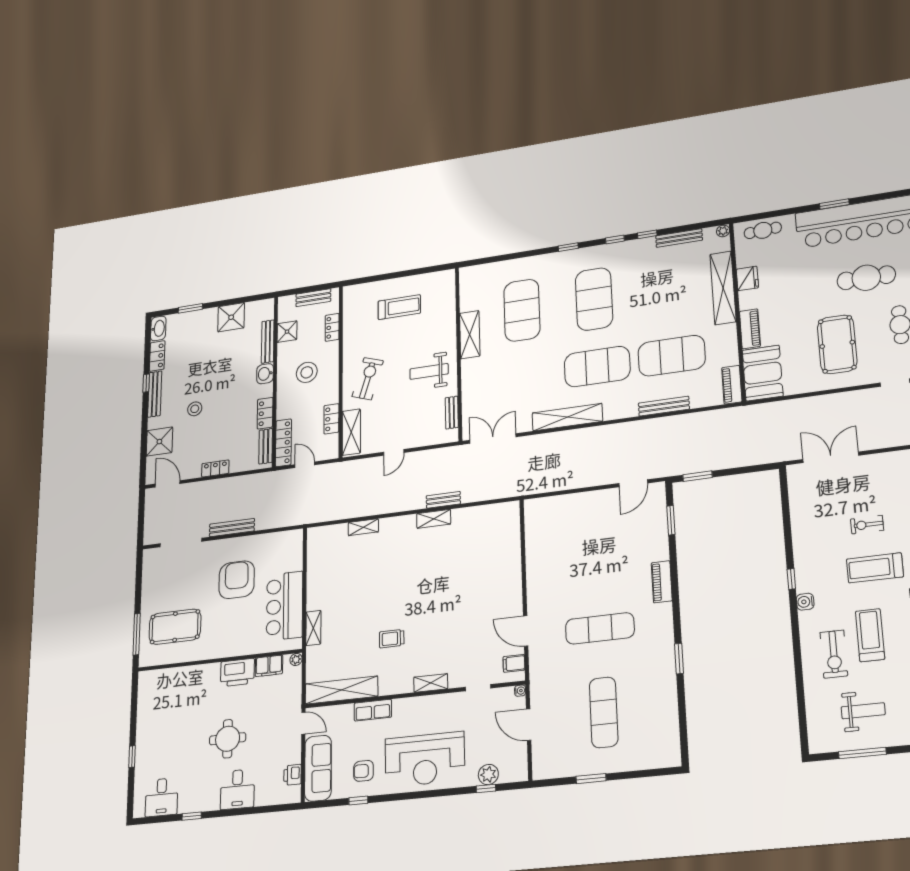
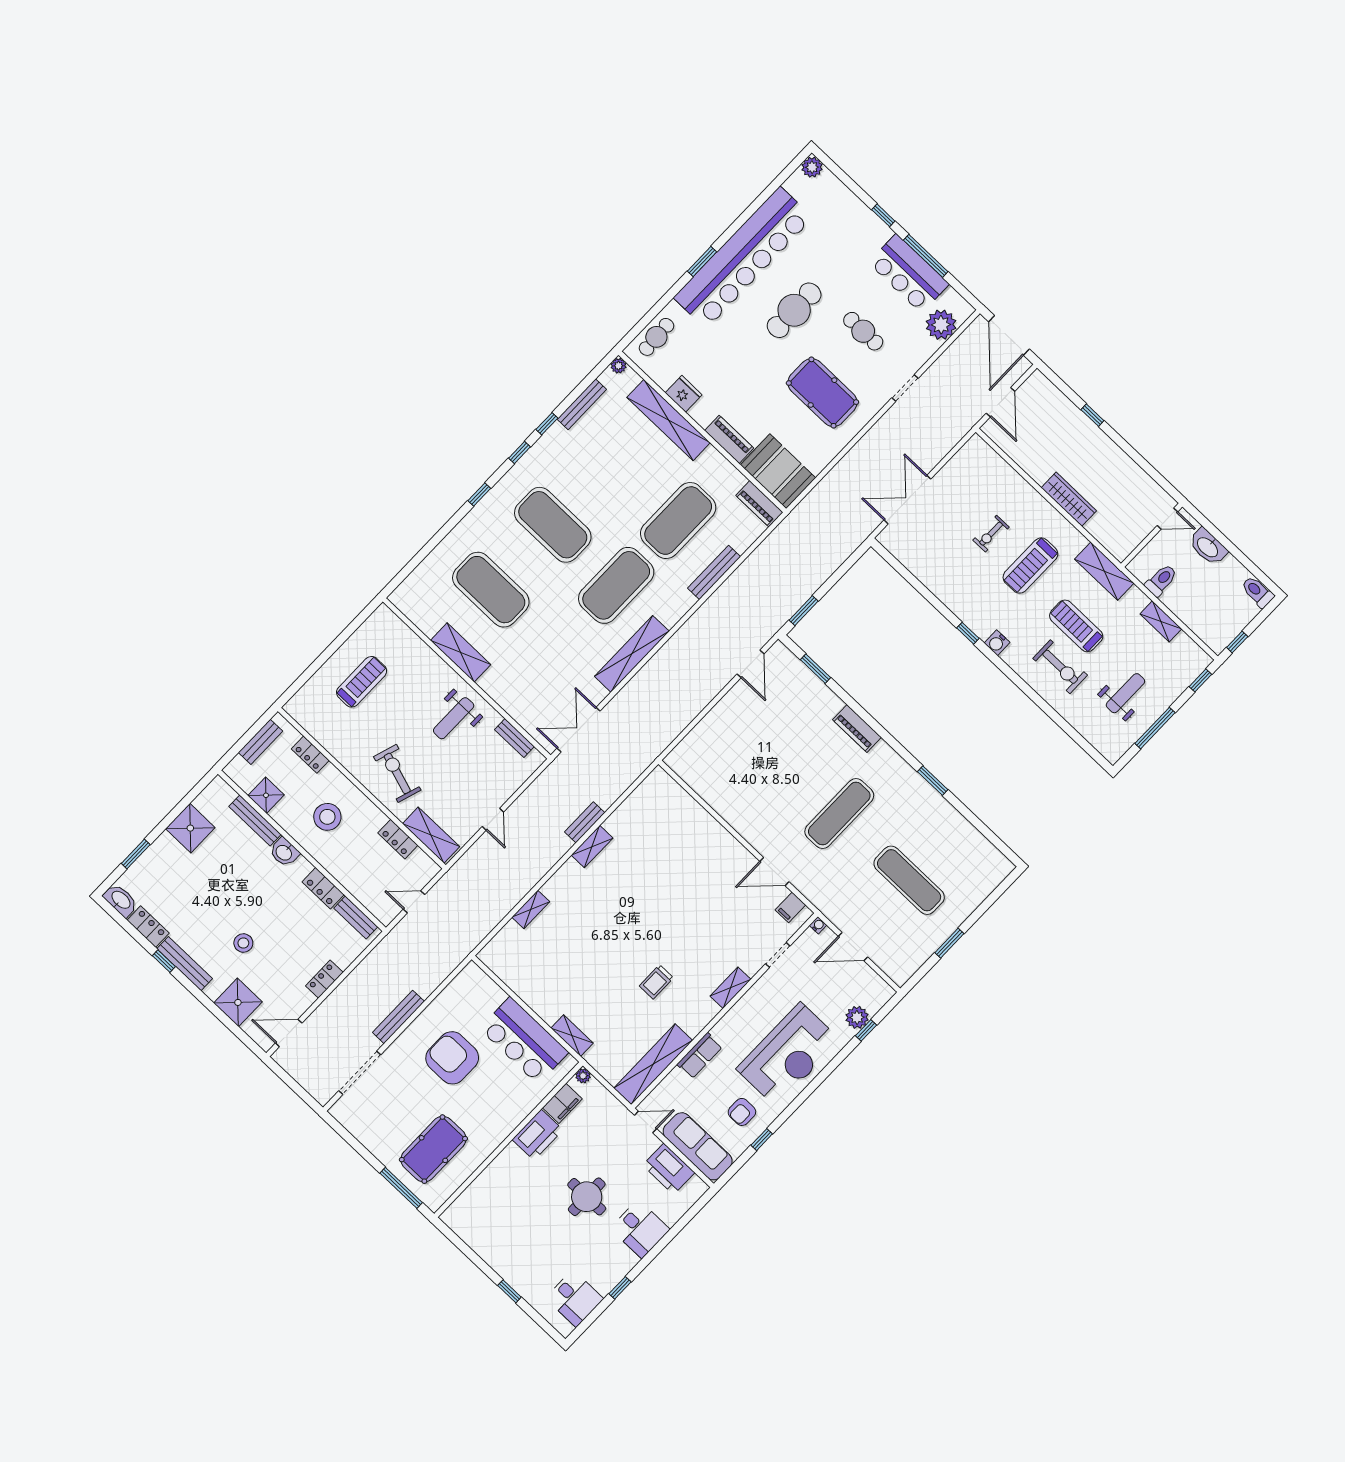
locker: (283, 443) -> (371, 900), removed
printer: (293, 775) -> (669, 1169), width x1.87, depth x1.48

